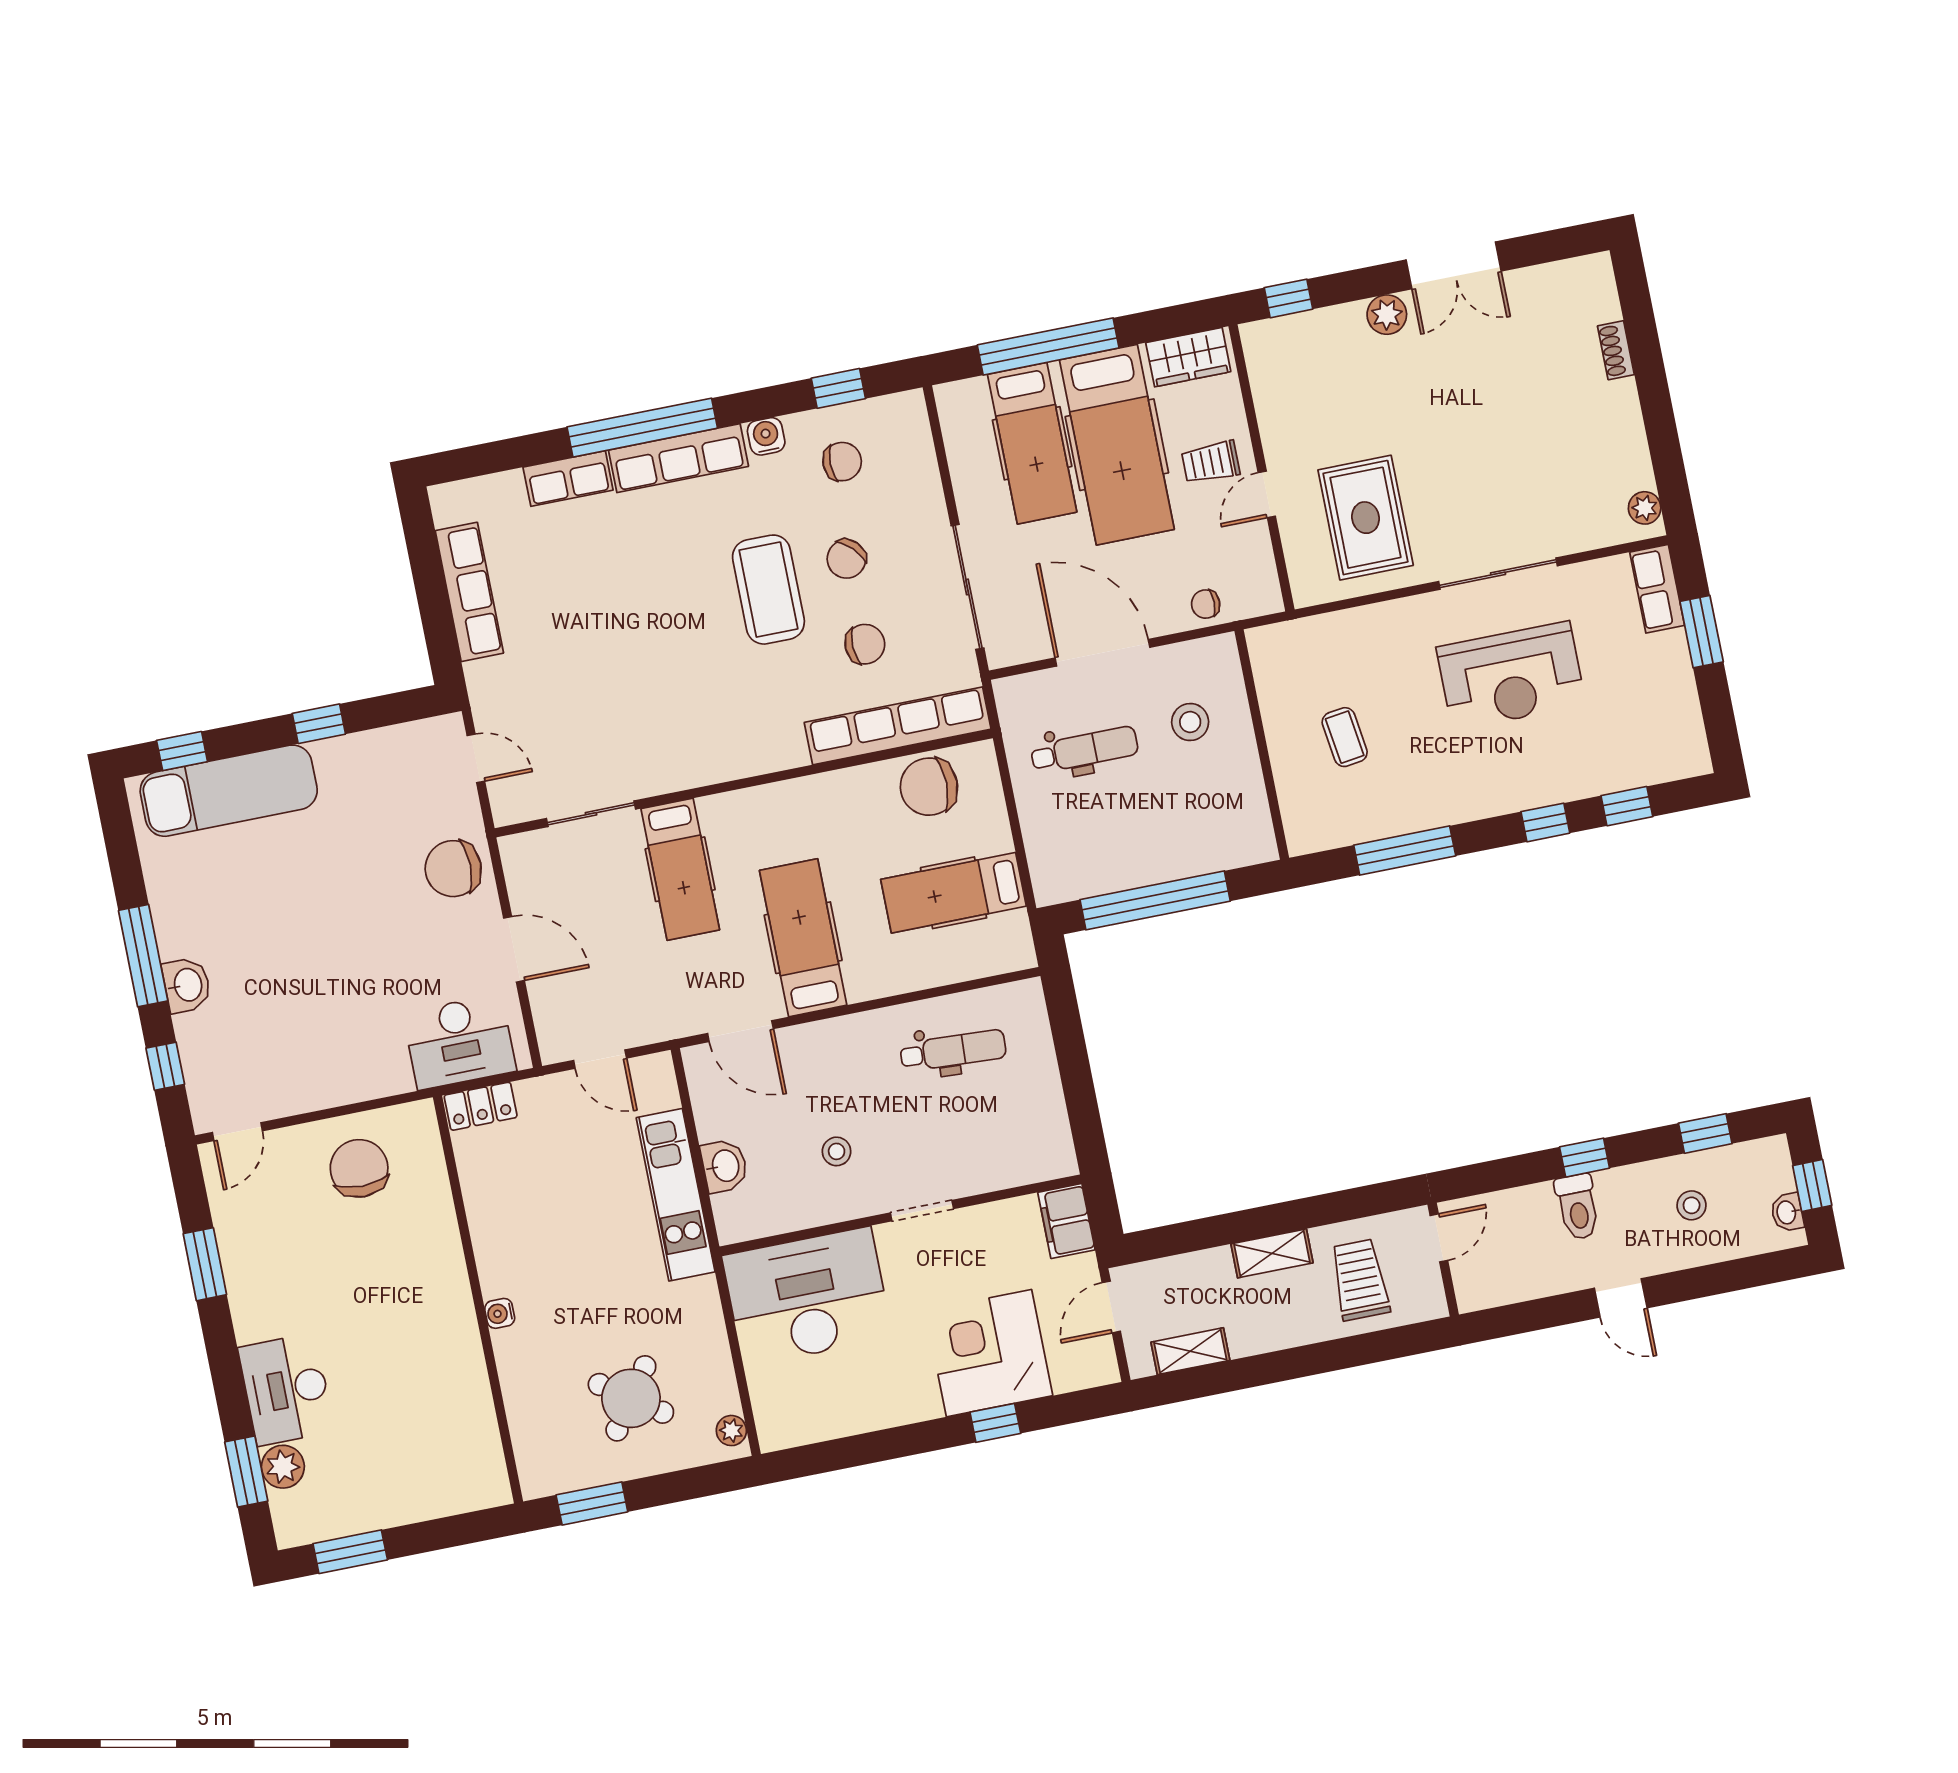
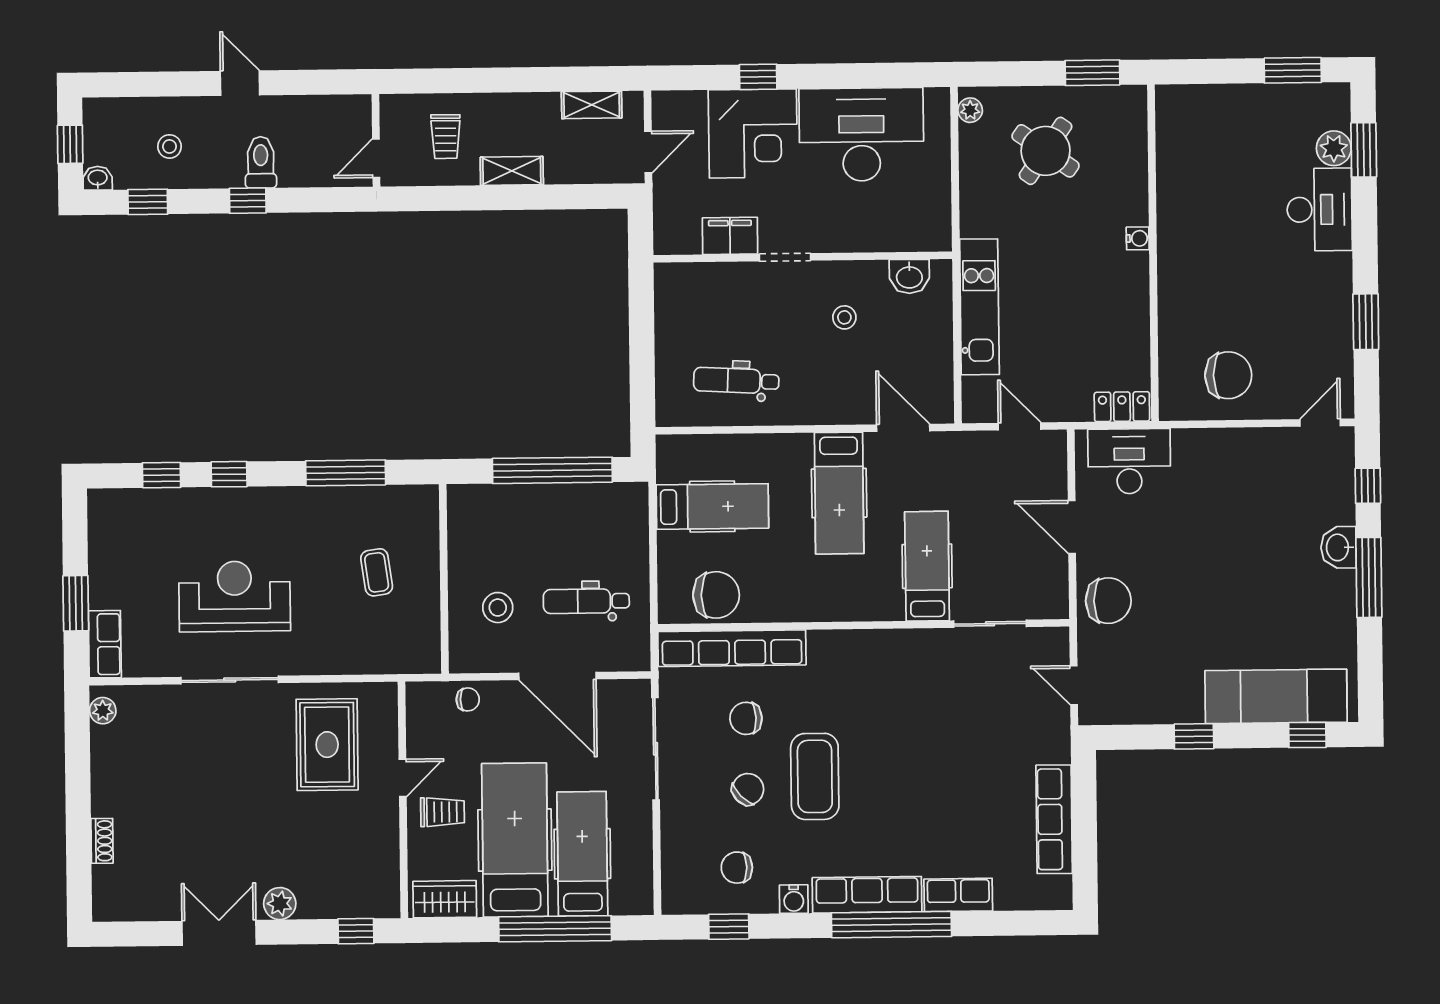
washbasin: (724, 1166) -> (909, 276), moved, turned -90
chair: (359, 1168) -> (1228, 375), turned -90
washbasin: (1787, 1212) -> (98, 178), moved, turned -90
filing cabinet: (1066, 1221) -> (730, 236), moved, turned -90
trolley: (1360, 1280) -> (446, 137), width x0.73, depth x0.72
desk: (807, 1297) -> (861, 135), moved, turned 180

